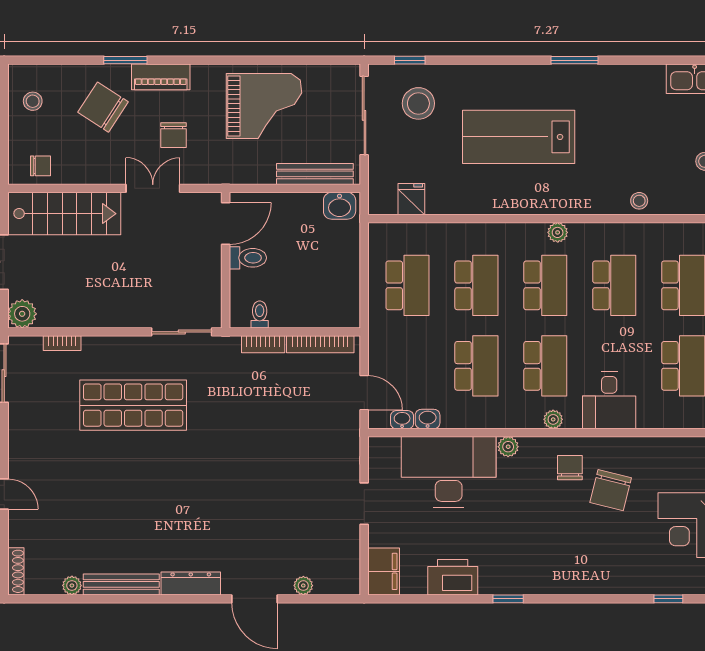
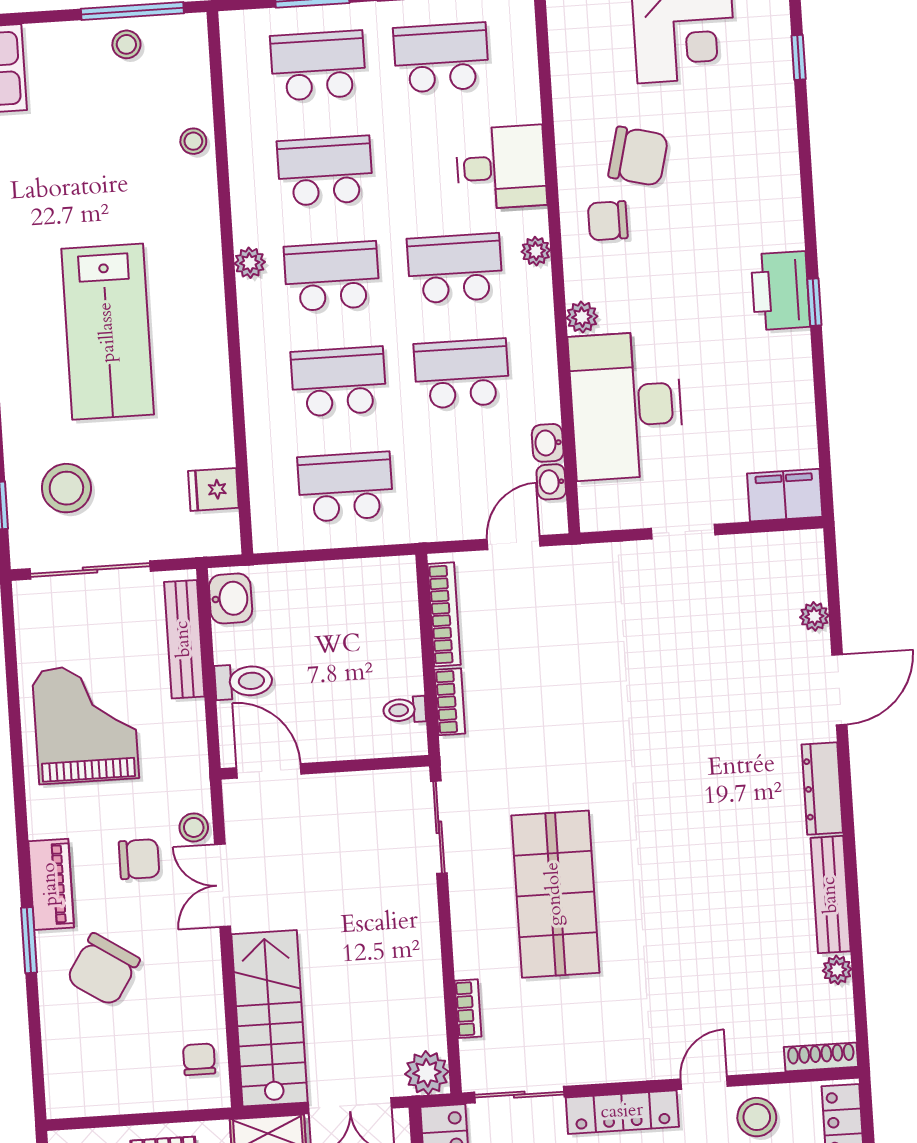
stool: (33, 101) -> (194, 827), moved
toilet: (248, 258) -> (243, 681), moved, turned 90
printer: (453, 577) -> (780, 291), moved

